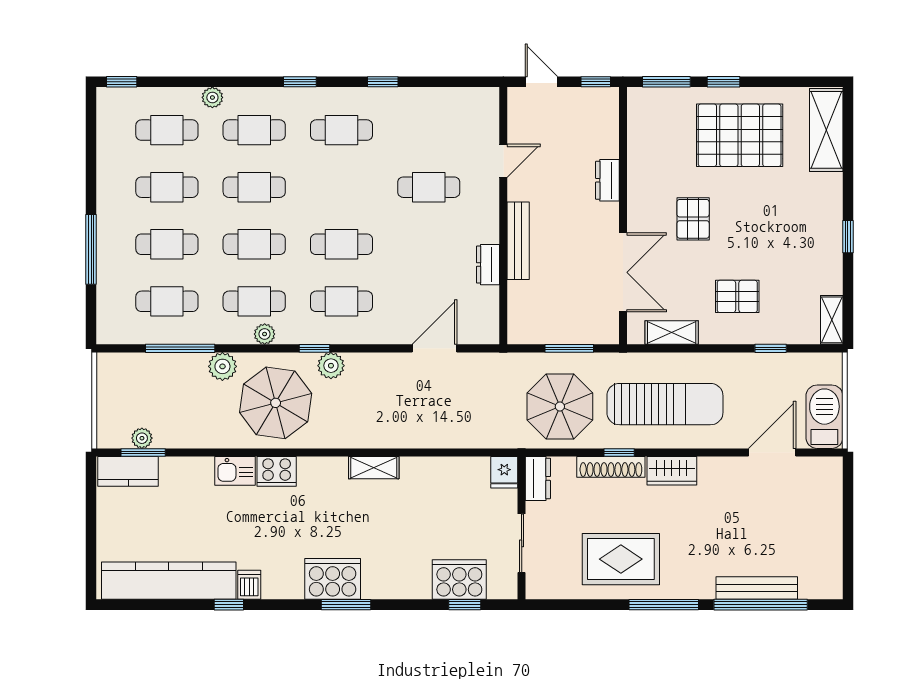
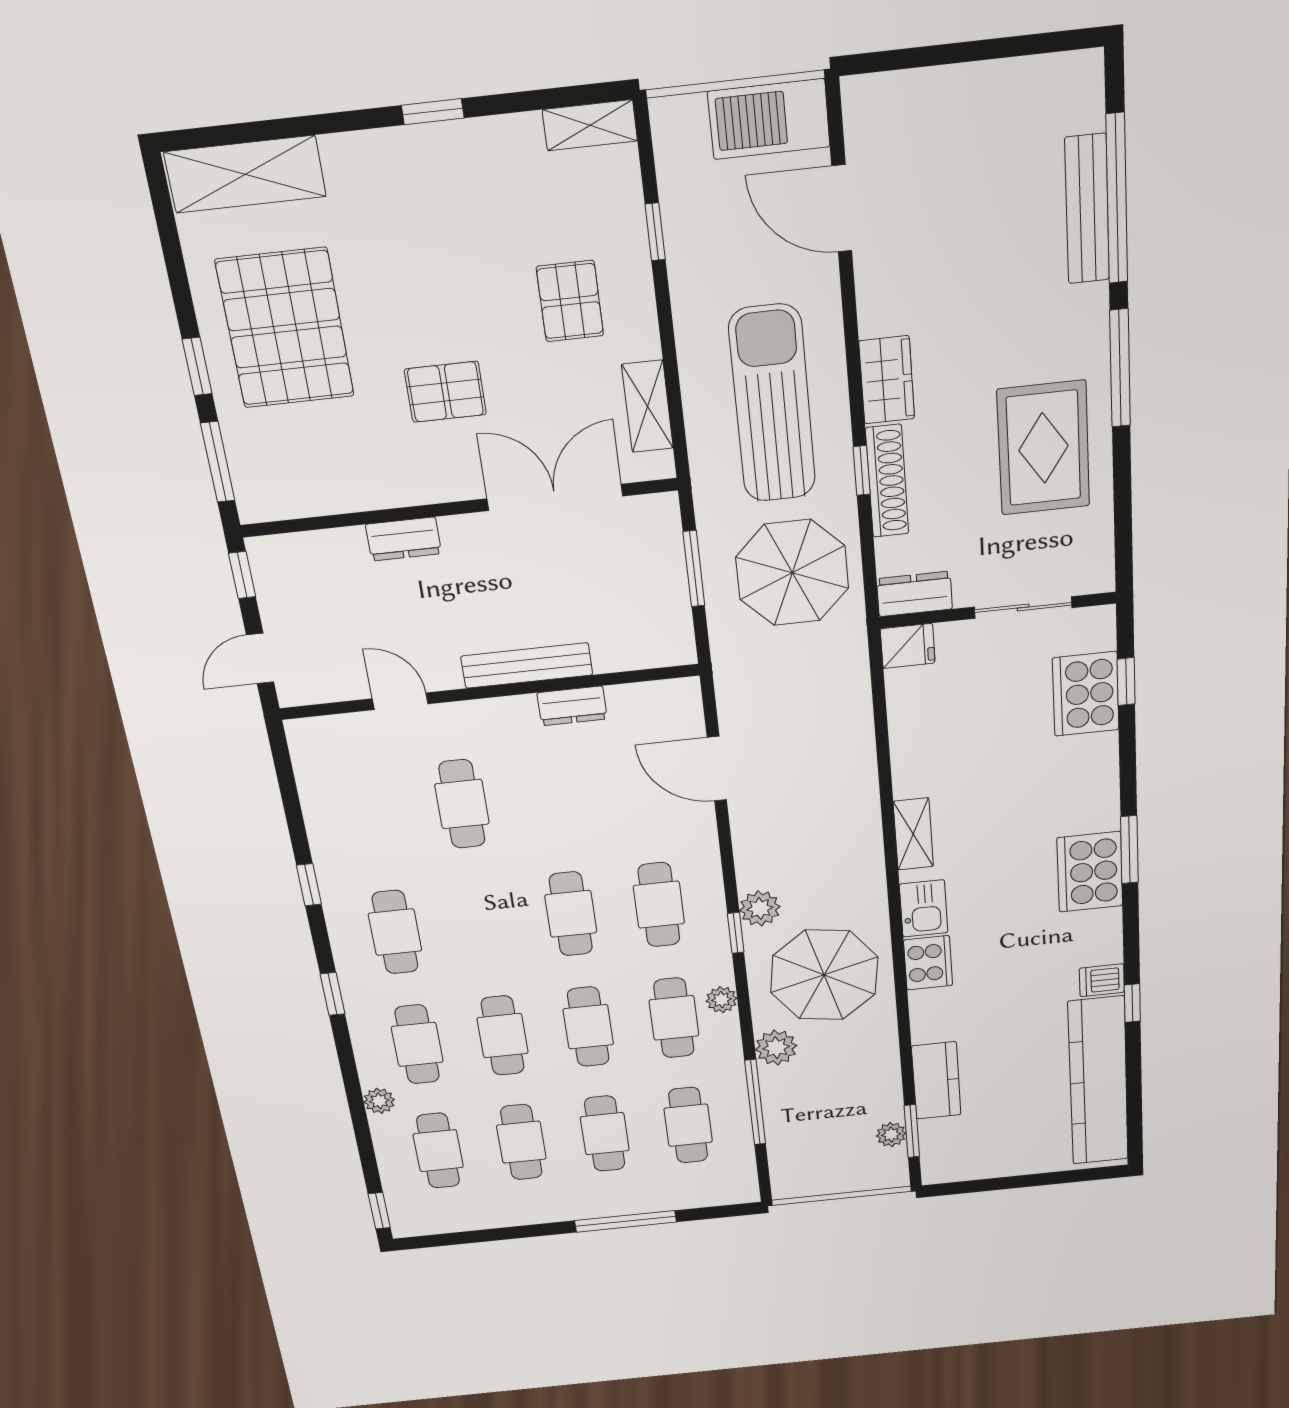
kitchen counter: (128, 471) -> (936, 1081), moved
kitchen sink: (235, 471) -> (924, 908), moved

